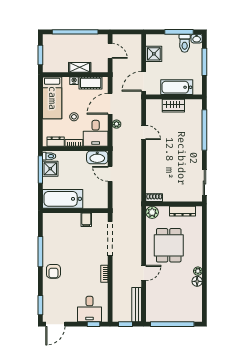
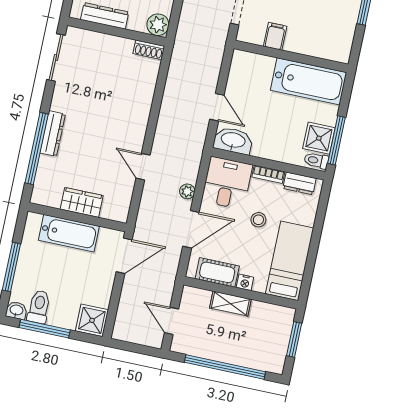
shower: (154, 54) -> (92, 320), moved
dresser: (197, 140) -> (53, 134), added

